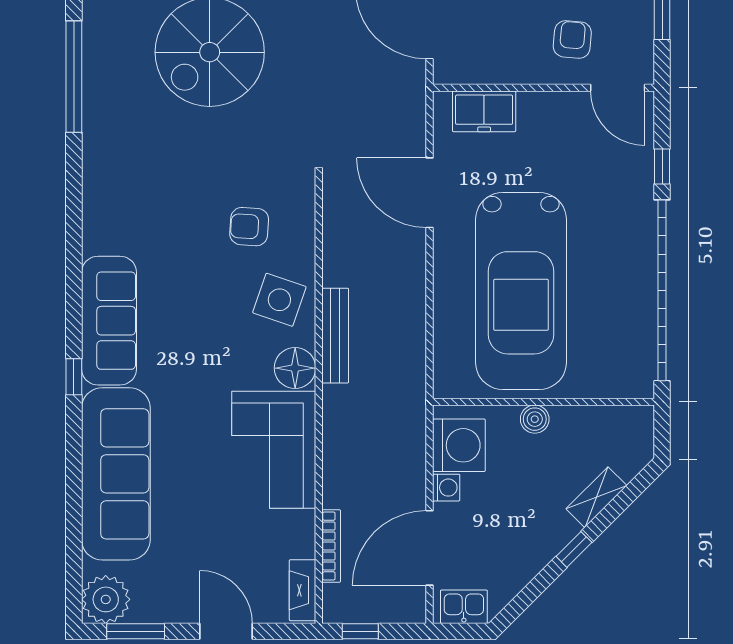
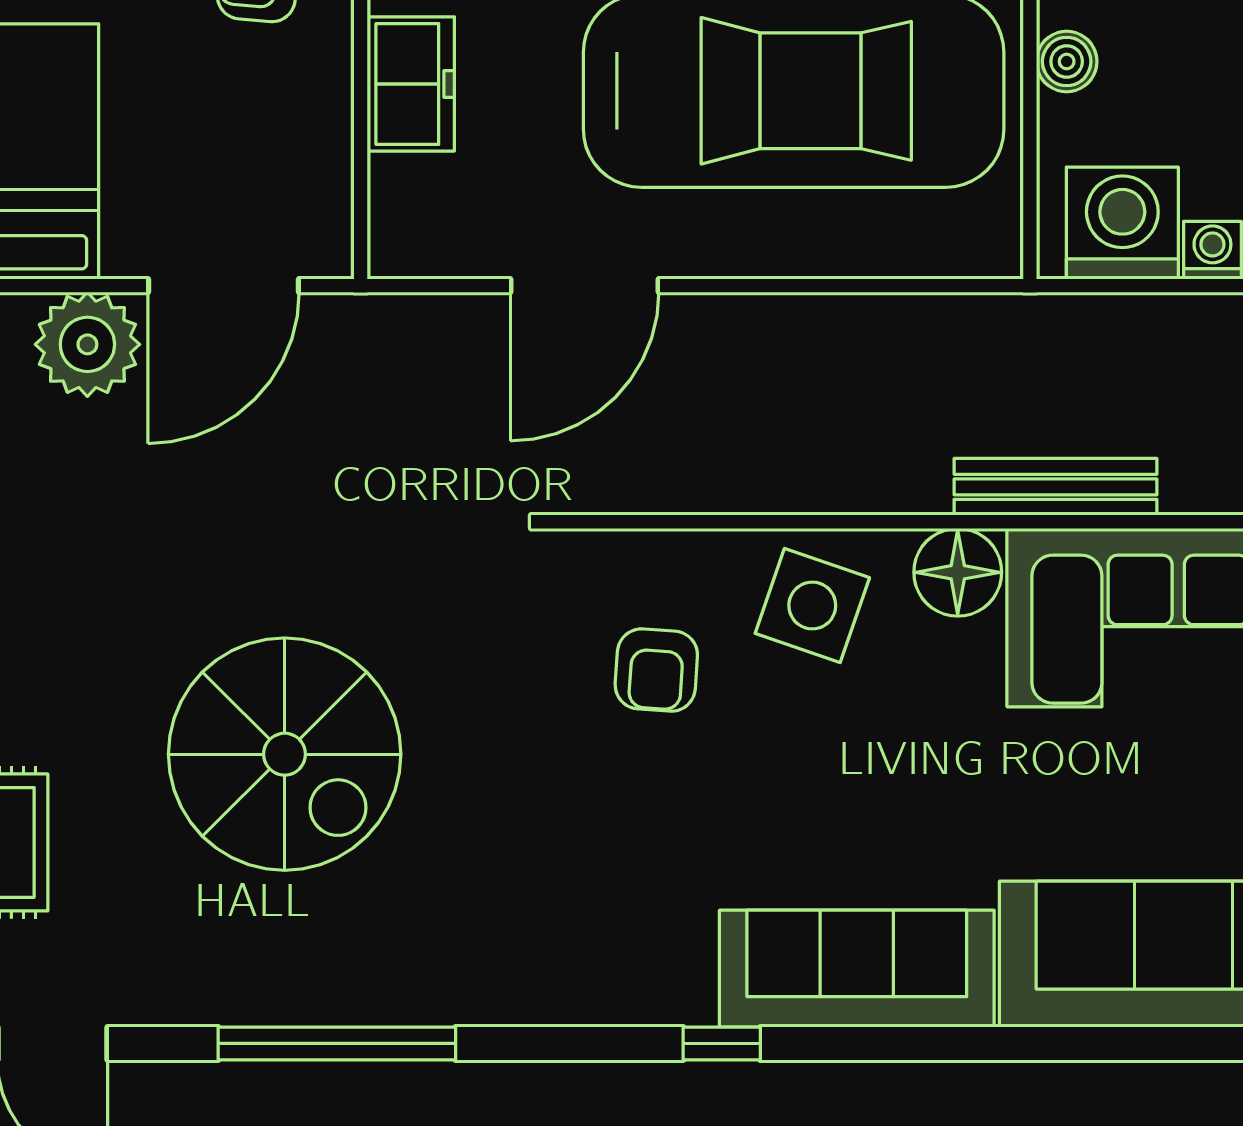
freezer: (484, 111) -> (411, 84), moved
bench: (335, 336) -> (1055, 487), moved
window: (74, 377) -> (722, 1043), moved

